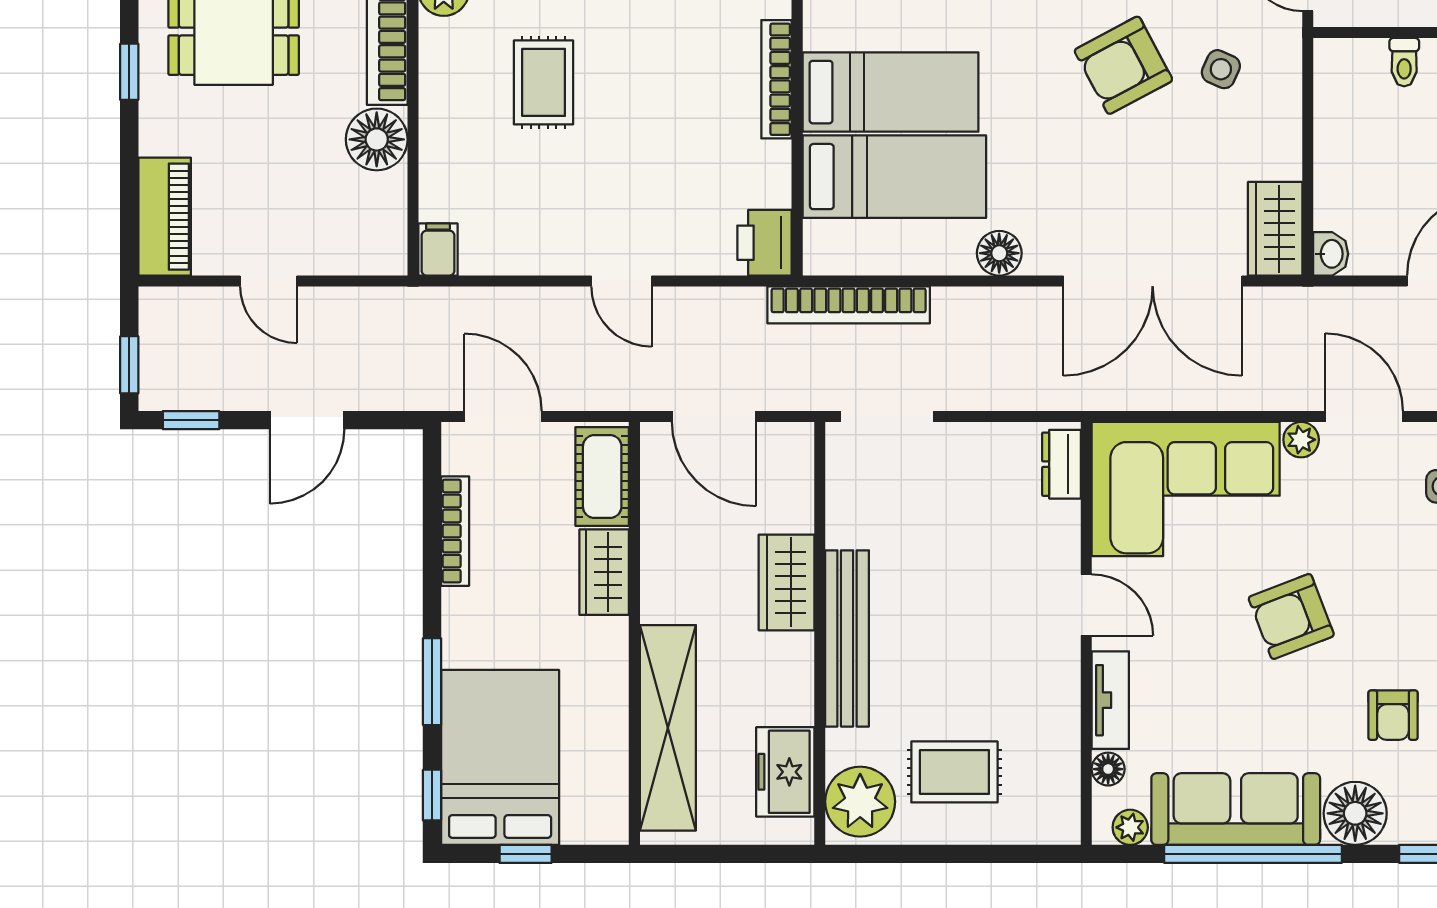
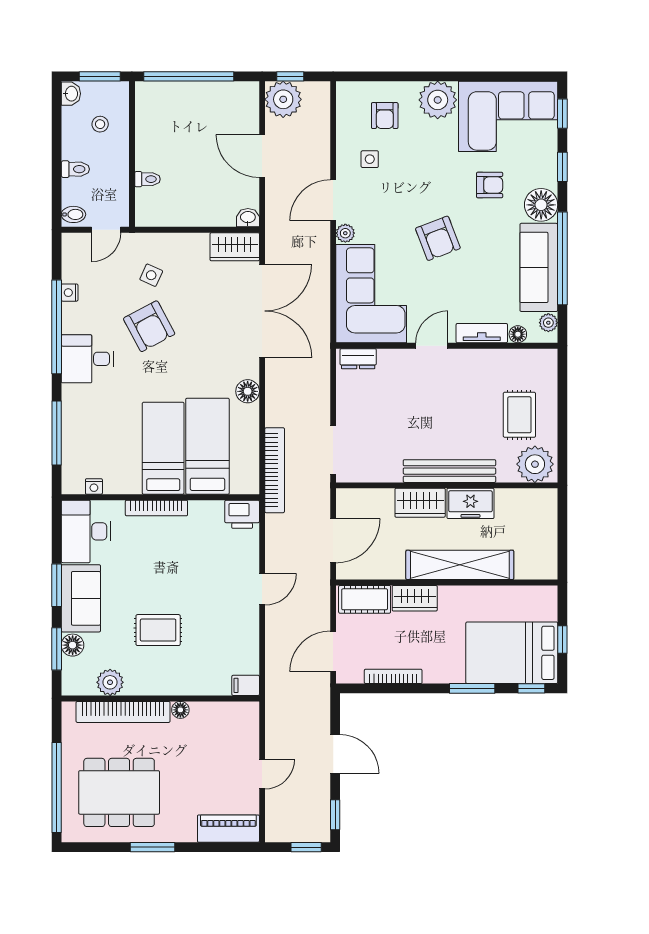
window: (129, 72) -> (153, 847), width x1.50
floor lamp: (377, 139) -> (180, 710), width x0.53, depth x0.53
shelving: (668, 728) -> (460, 565), moved
freezer: (785, 772) -> (470, 503), moved

